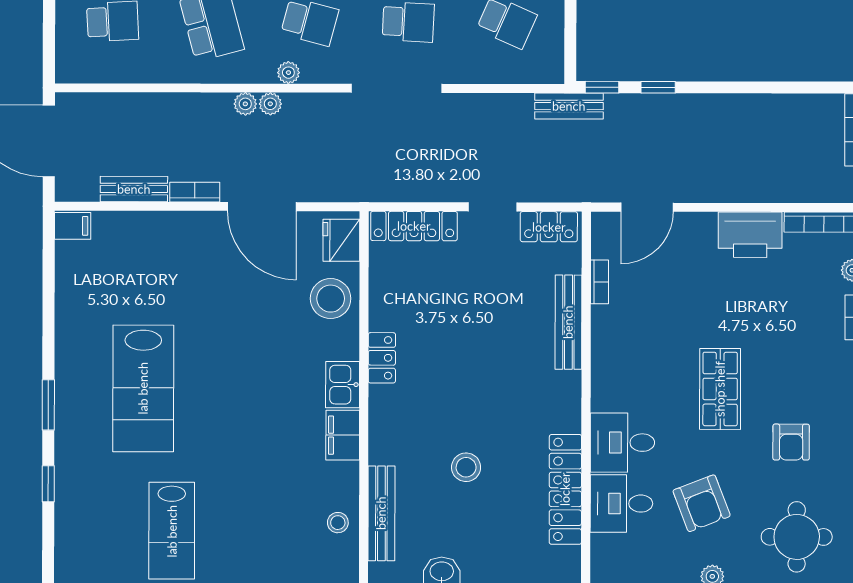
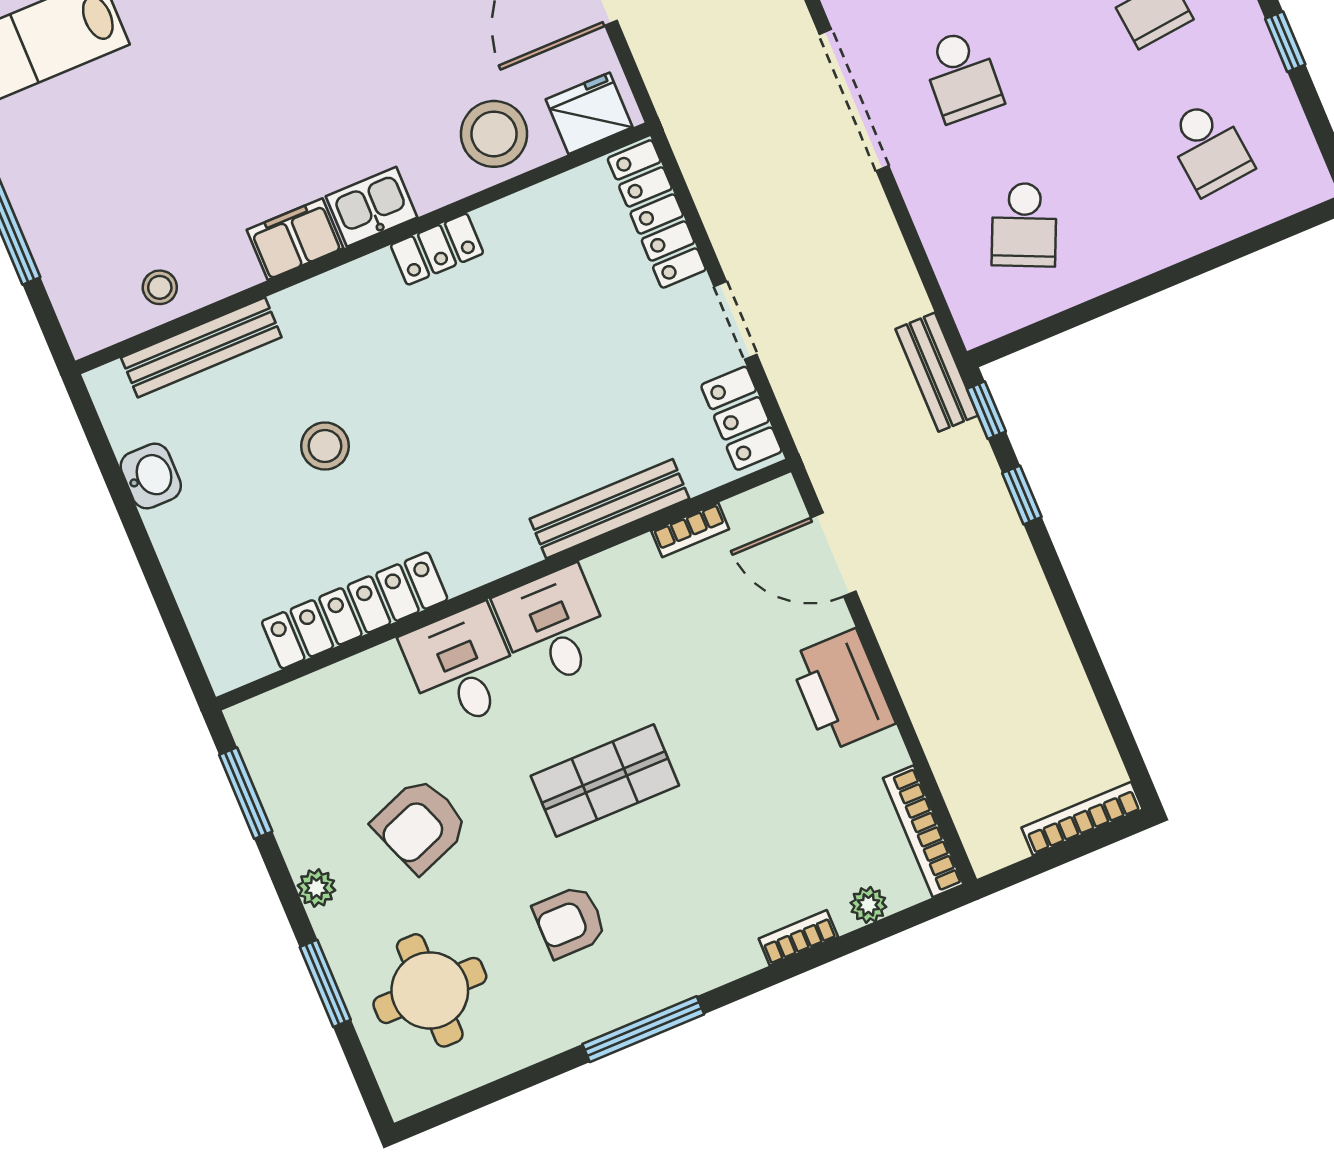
printer: (750, 235) -> (842, 690), moved
desk: (621, 503) -> (554, 627), moved

